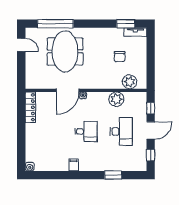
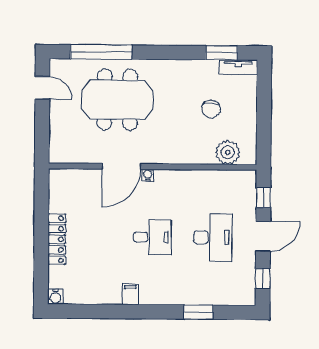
meeting table: (65, 51) -> (117, 100), turned 90
plant: (116, 99) -> (205, 182), removed
locker: (30, 107) -> (57, 239), moved

